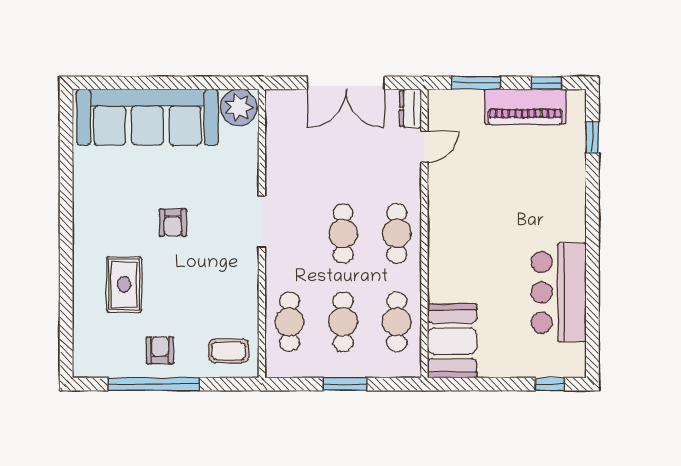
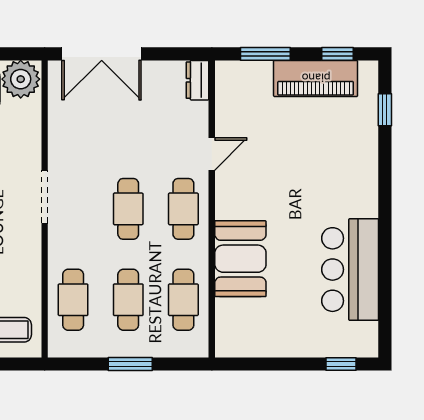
double door: (346, 83) -> (102, 54), moved
door: (424, 147) -> (212, 154), moved
booth: (452, 341) -> (240, 259), moved

